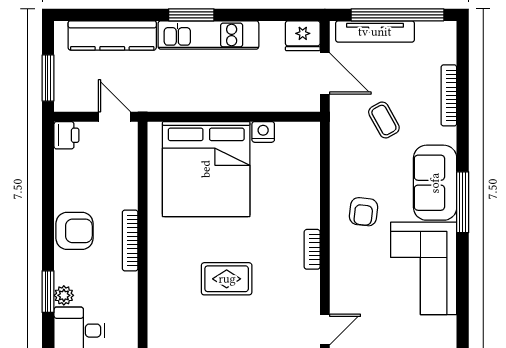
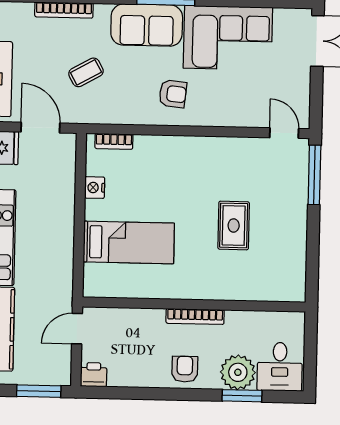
door: (325, 73) -> (40, 128), hinge flipped
bed: (206, 169) -> (129, 242), width x0.49
armchair: (74, 231) -> (185, 369), width x0.72, depth x0.72
bookcase: (312, 249) -> (114, 141), moved
plant: (64, 295) -> (238, 372), width x1.87, depth x1.87

